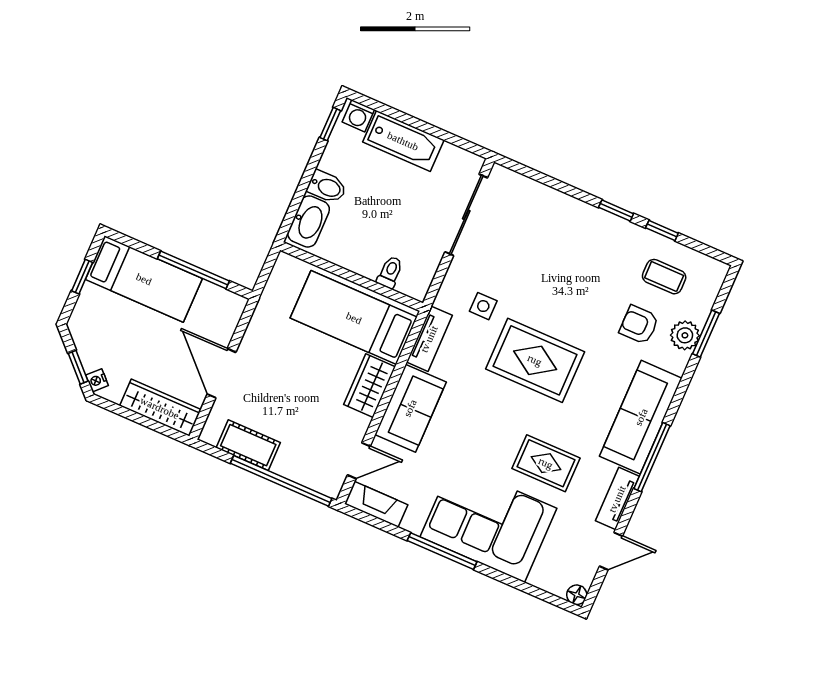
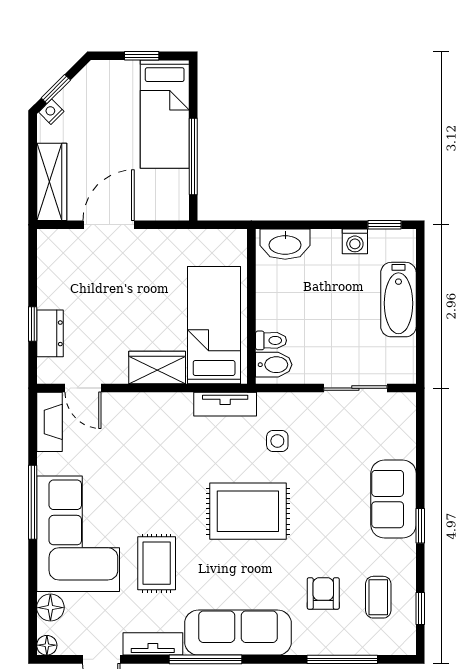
washing machine: (358, 116) -> (355, 241), moved, turned -90
bidet: (327, 187) -> (274, 365), moved, turned -90
sliding door: (466, 215) -> (355, 388), width x0.73
window: (662, 231) -> (420, 608), moved
window: (706, 334) -> (342, 659), width x1.44
plant: (685, 335) -> (332, 640), removed
rug: (535, 360) -> (248, 511), turned 90
sofa: (410, 408) -> (393, 499), moved, turned 90
cot: (248, 445) -> (52, 279), removed
dresser: (296, 469) -> (50, 333), added
window: (281, 481) -> (33, 324), width x0.32
floor lamp: (544, 577) -> (50, 608), added

